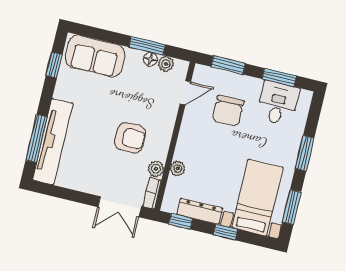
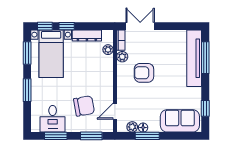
chair: (228, 111) -> (84, 106), turned 80
plant: (178, 169) -> (108, 50), moved
window: (181, 221) -> (45, 26), moved

